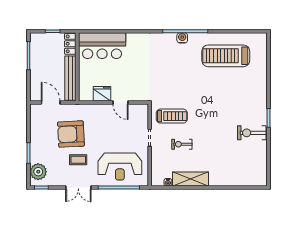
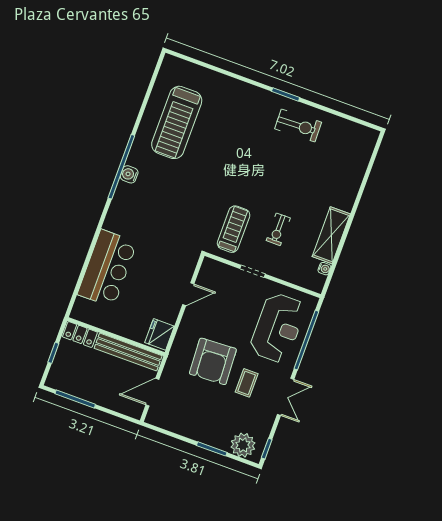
bar counter: (102, 46) -> (107, 268), moved
fridge: (102, 94) -> (160, 334), moved
exercise bike: (252, 133) -> (298, 126), turned -92
armchair: (71, 134) -> (213, 361), moved

